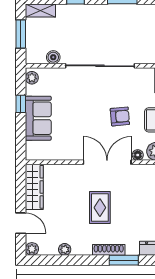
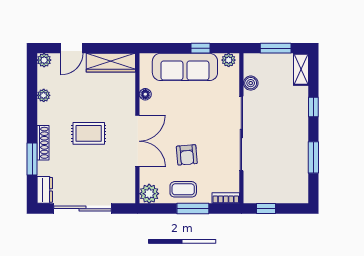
sofa: (38, 118) -> (185, 67), width x1.36
floor lamp: (138, 155) -> (145, 94), moved

